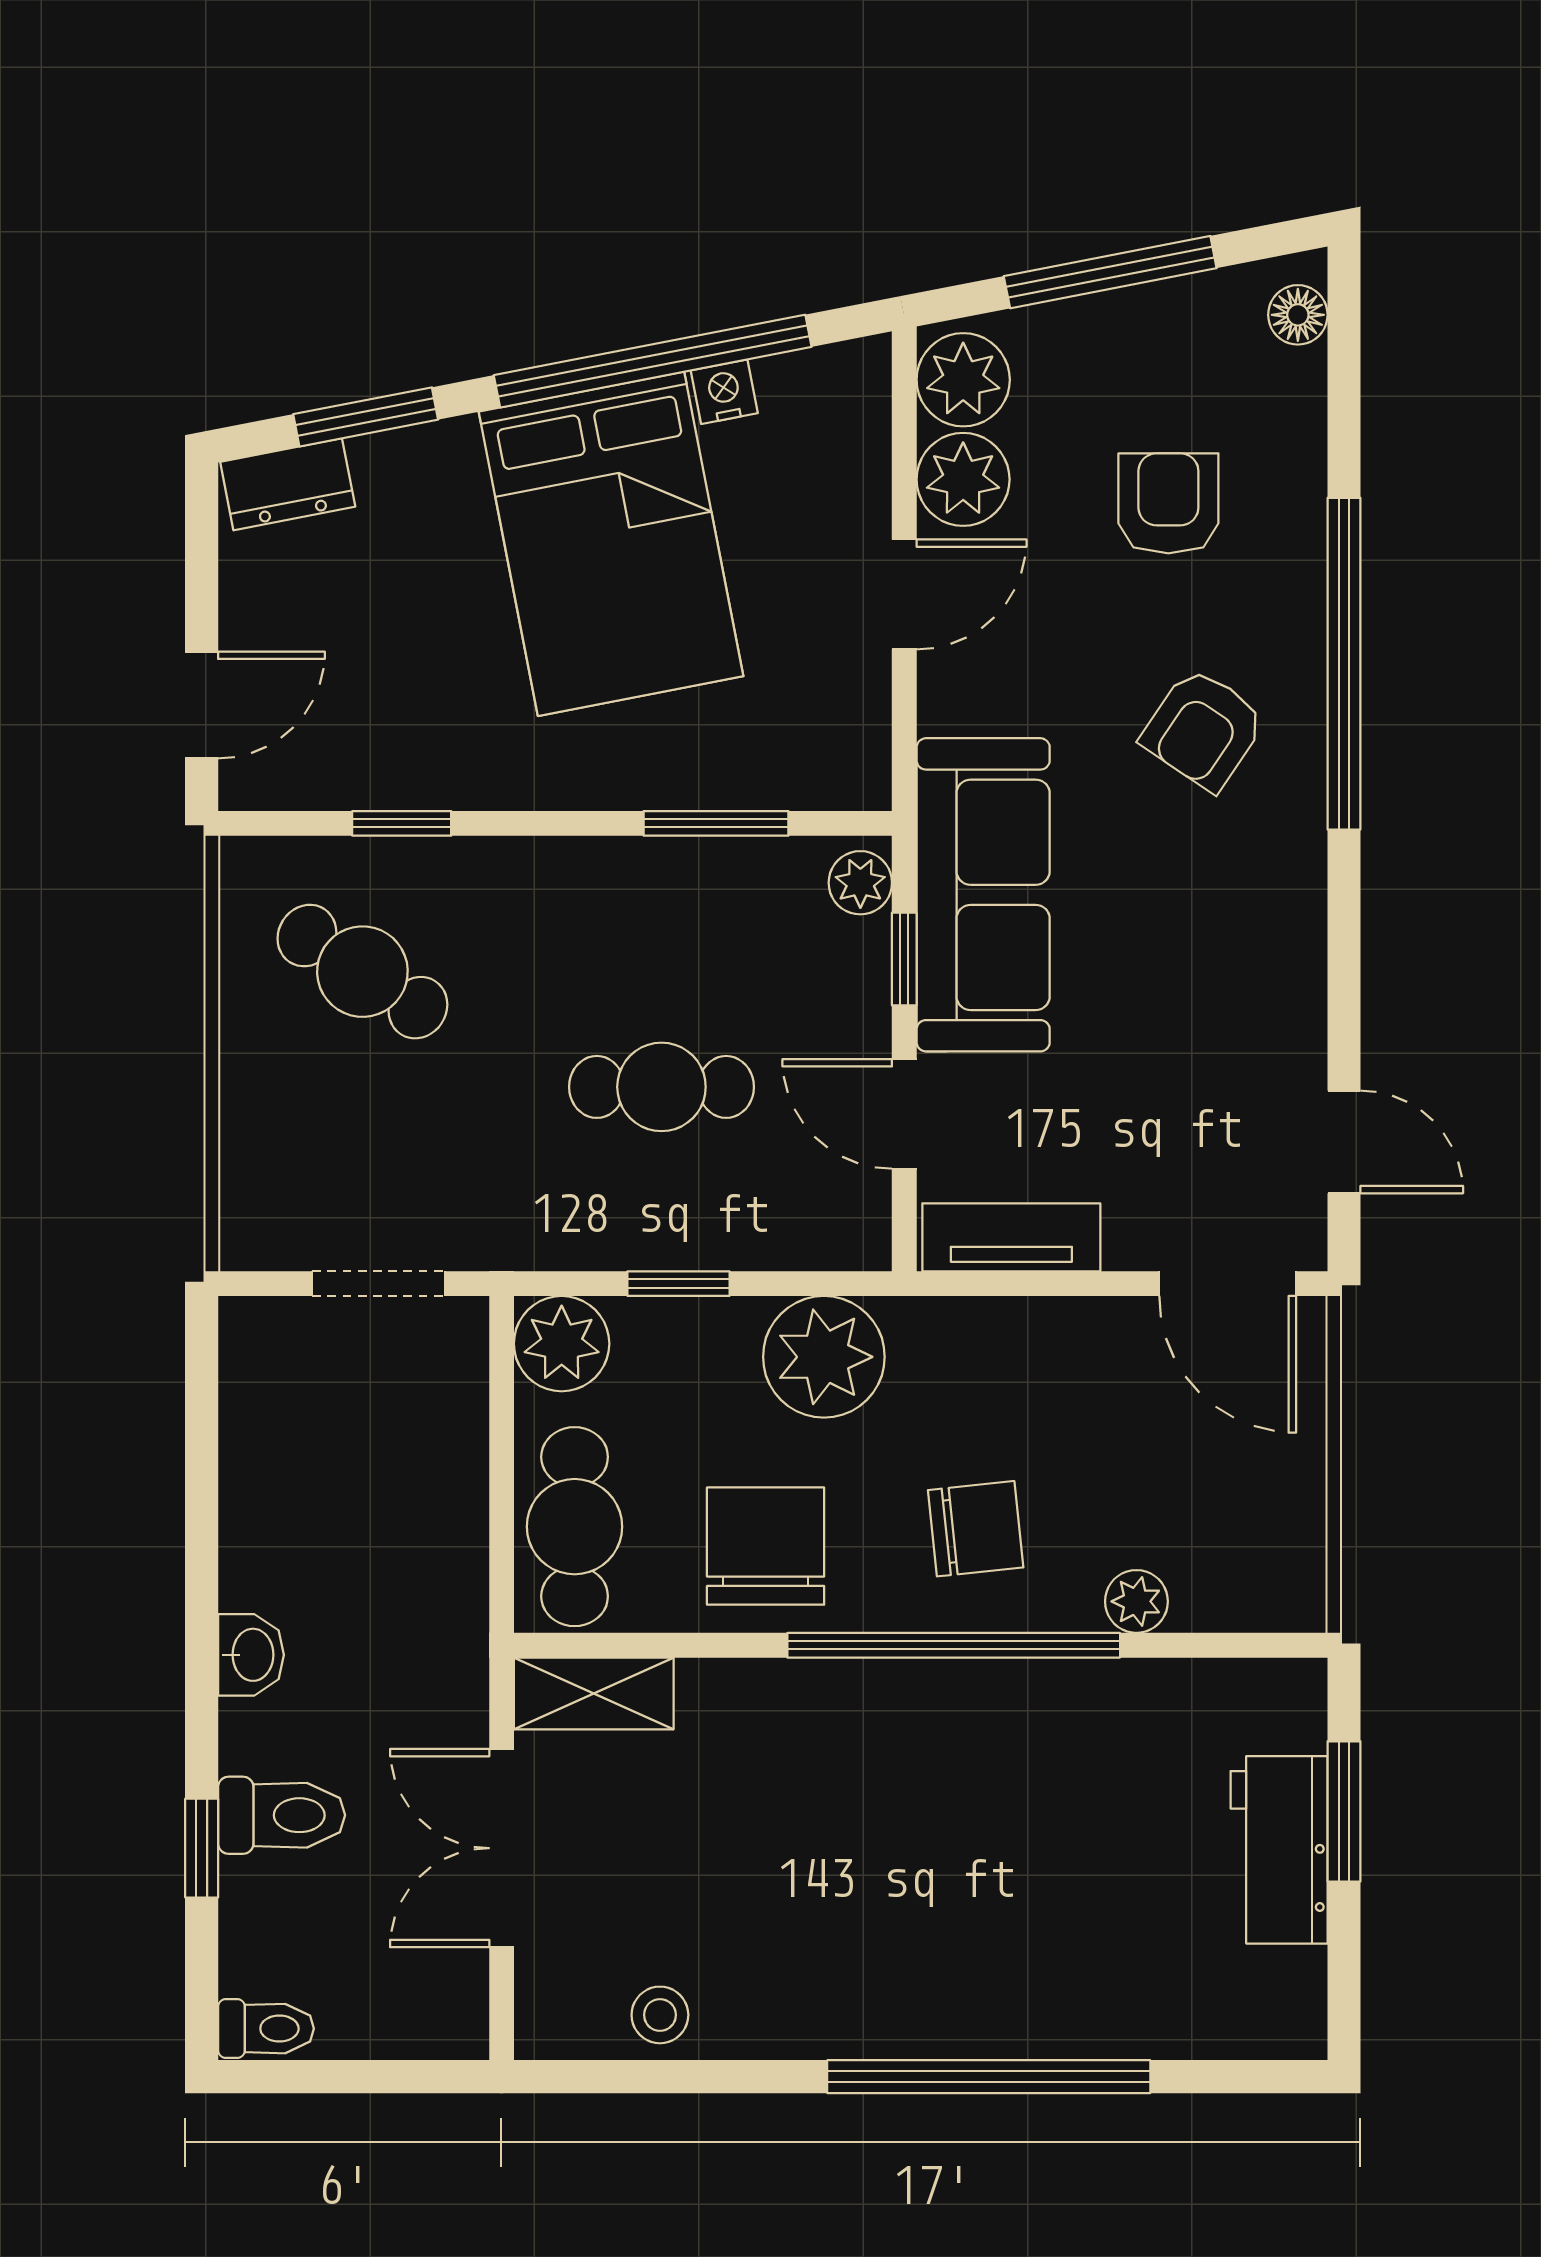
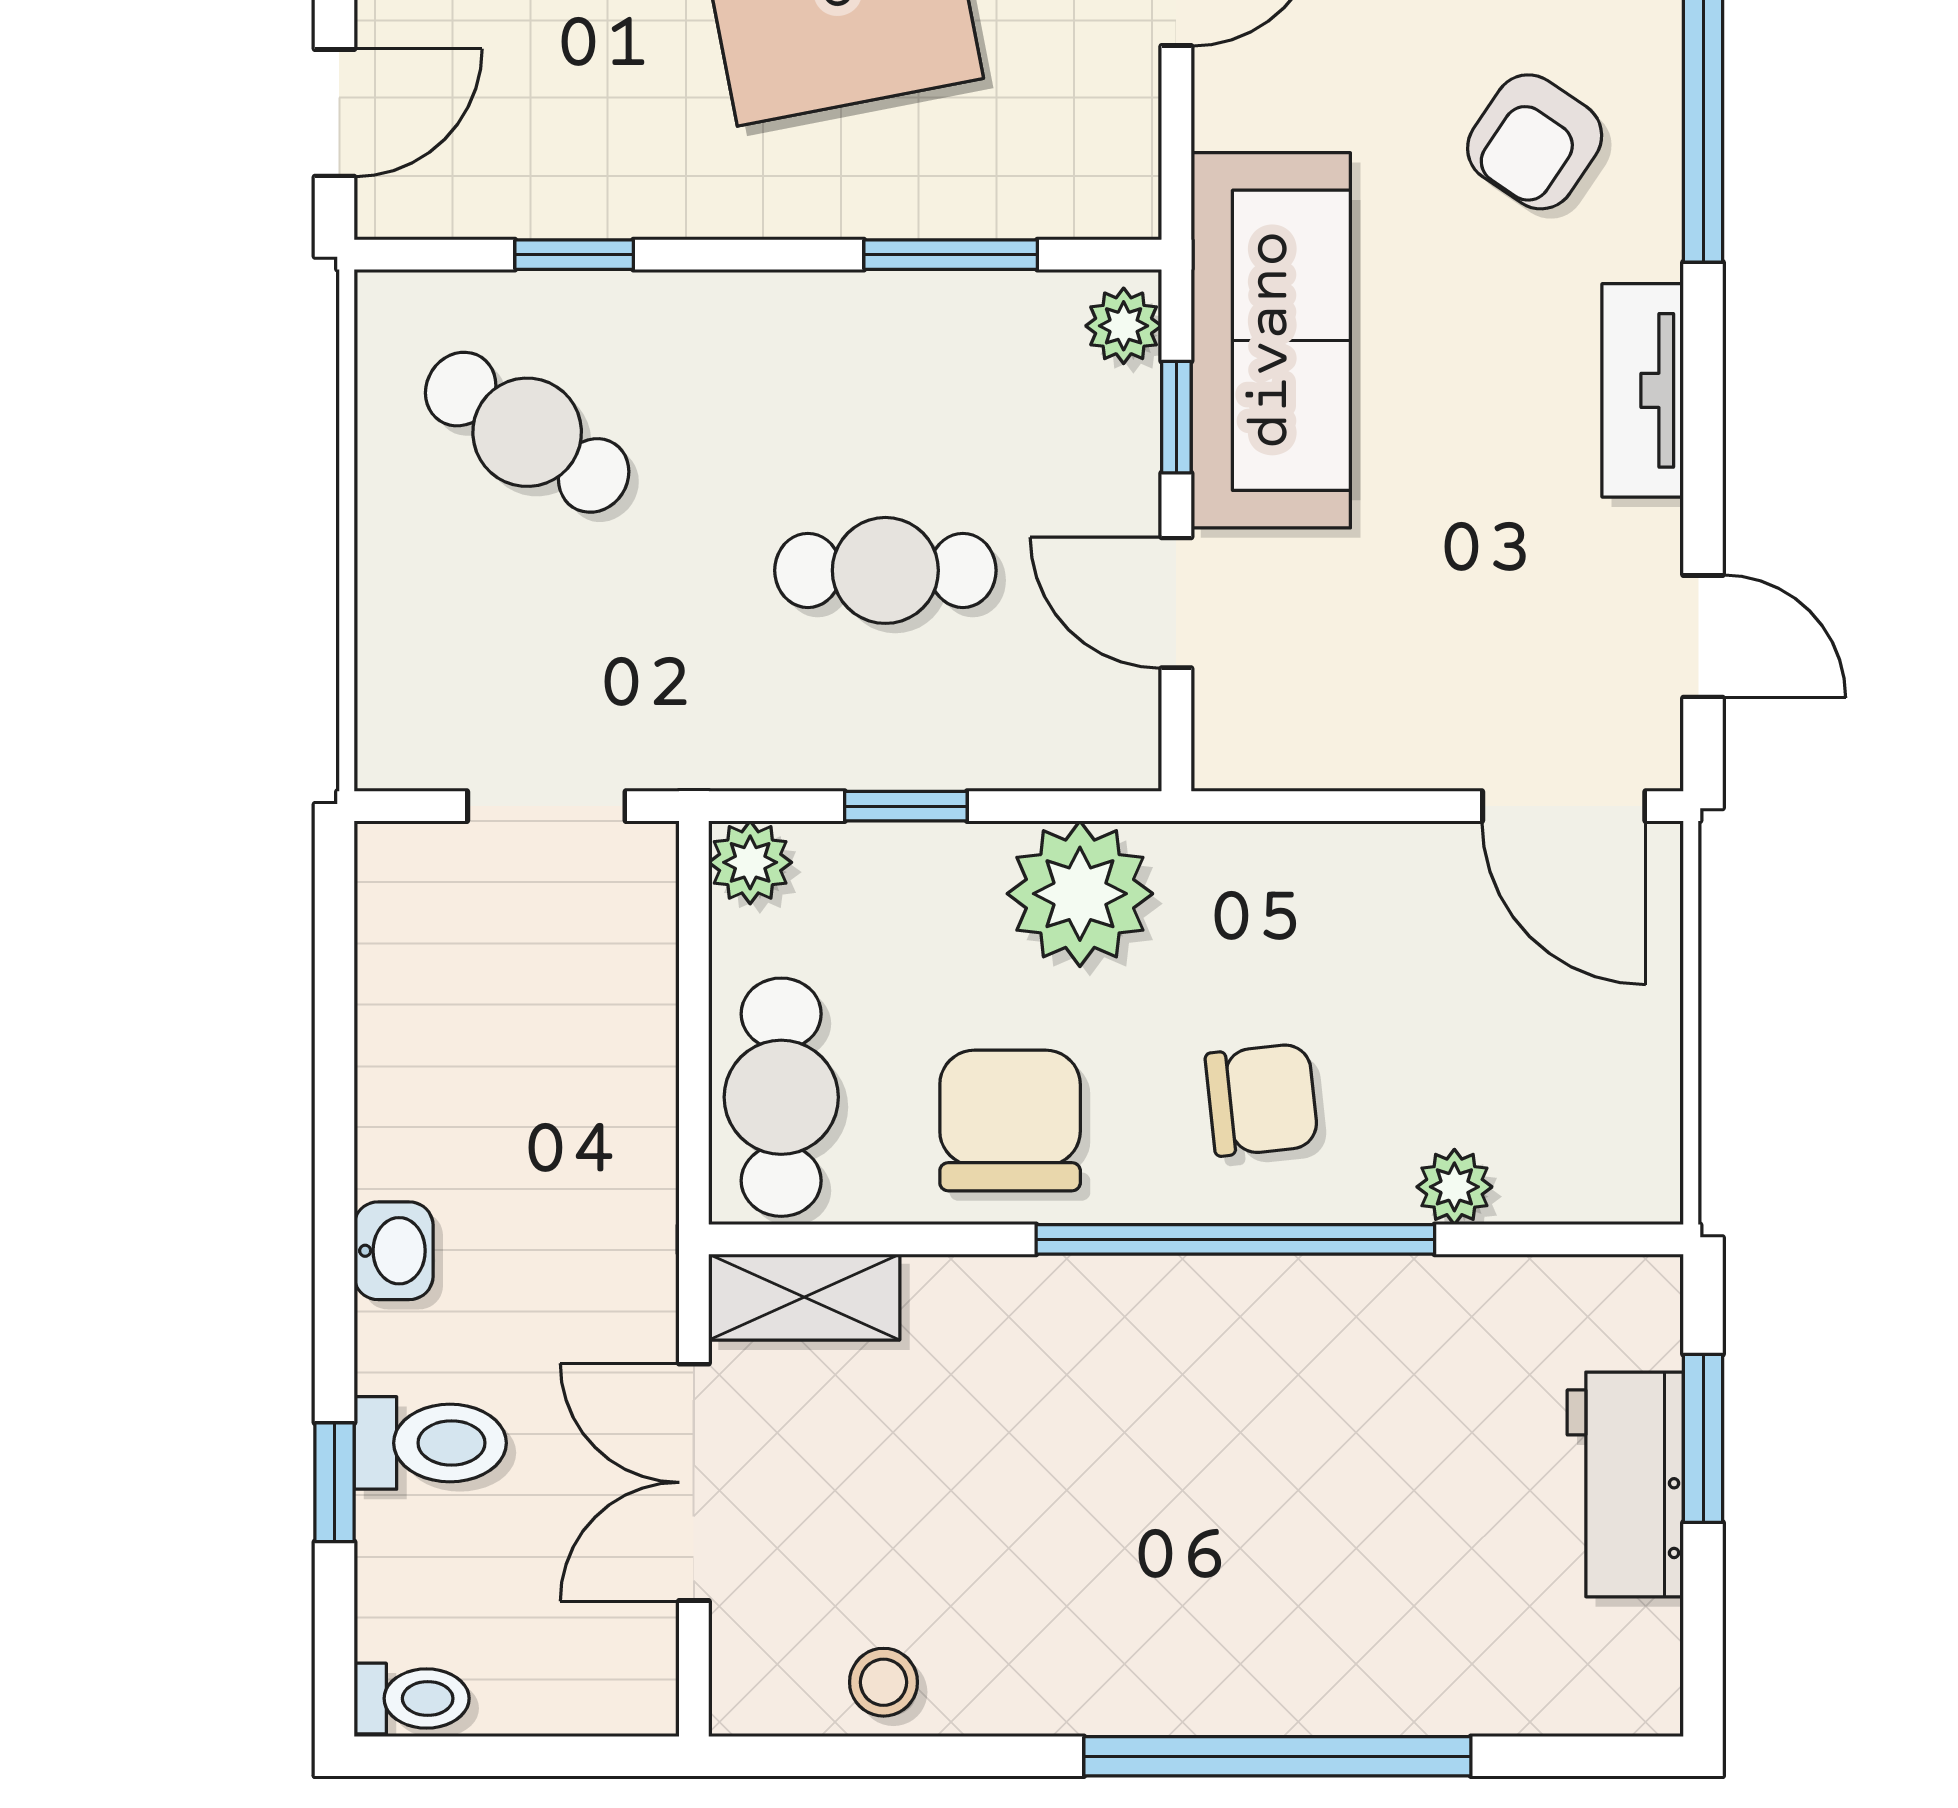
tv unit: (1011, 1237) -> (1643, 390), moved, turned -90
plant: (562, 1344) -> (750, 862), width x0.73, depth x0.73

